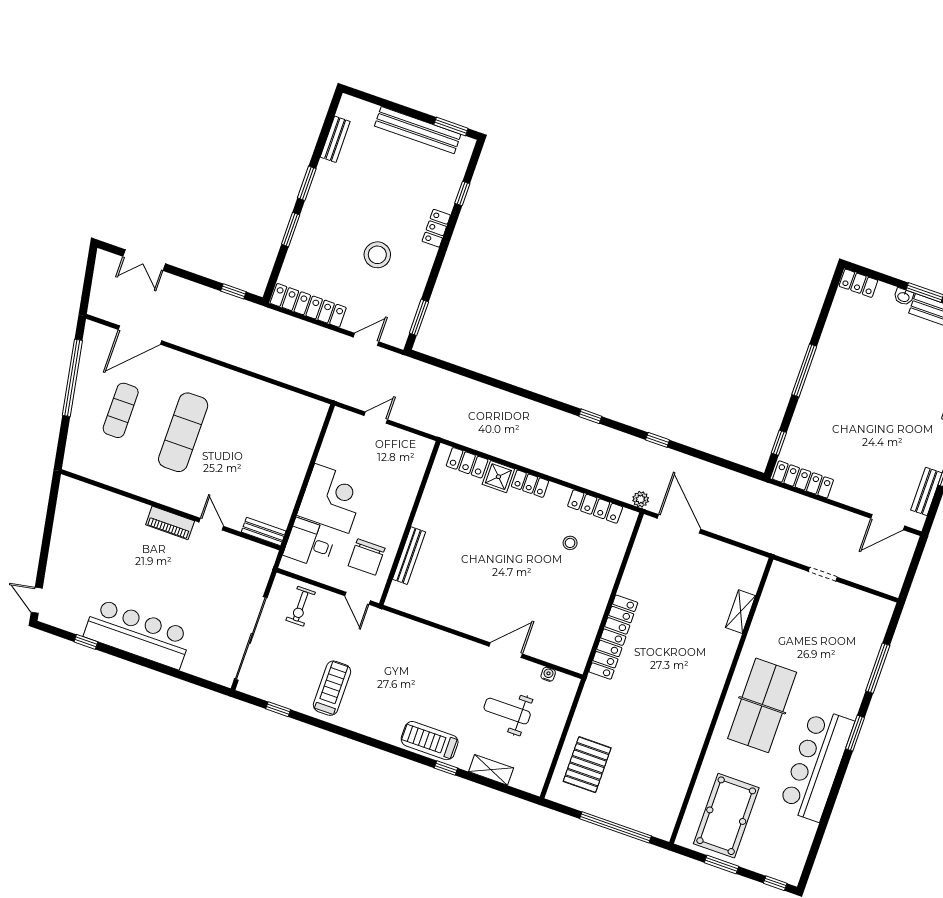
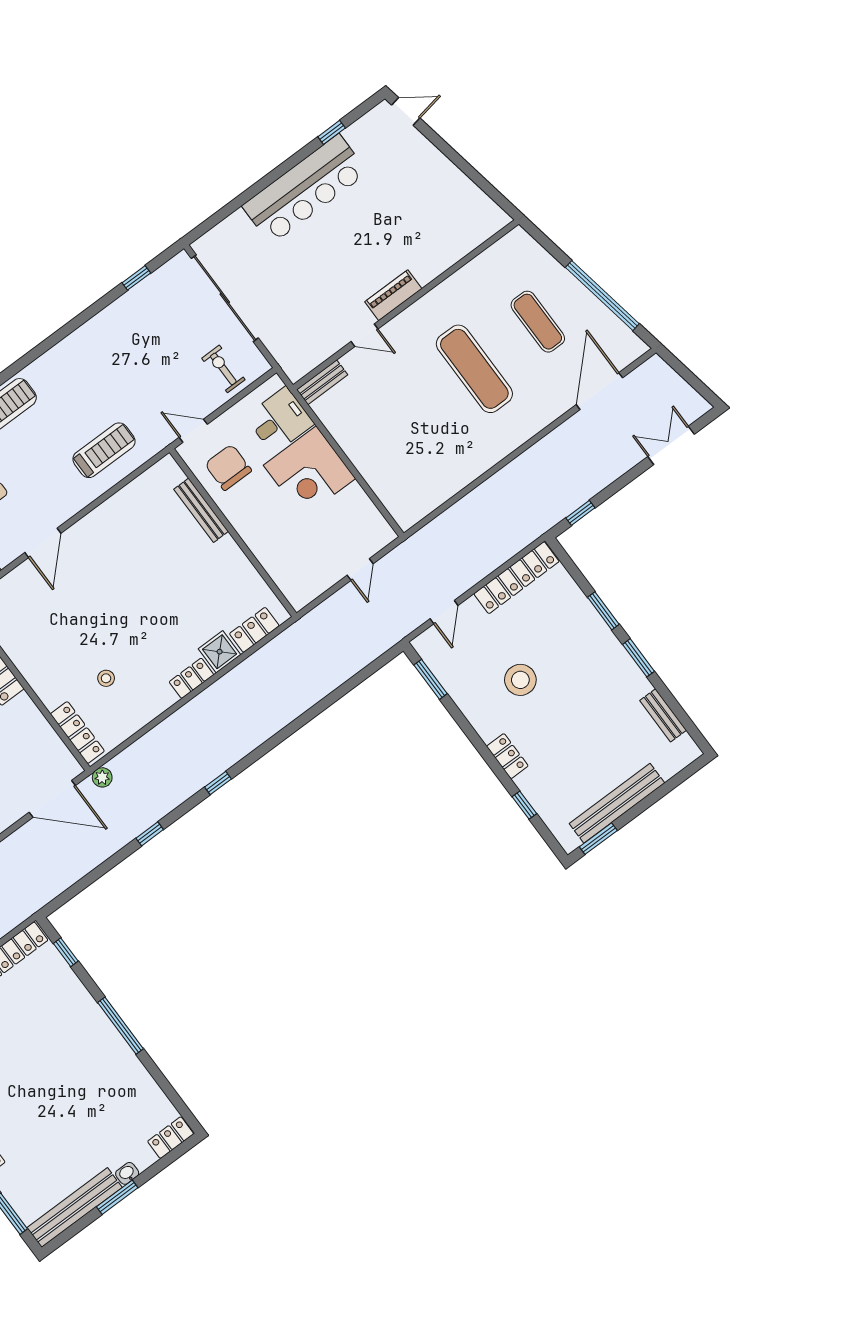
locker: (595, 507) -> (77, 733), moved, turned 90
treadmill: (332, 688) -> (104, 450), moved, turned -90

